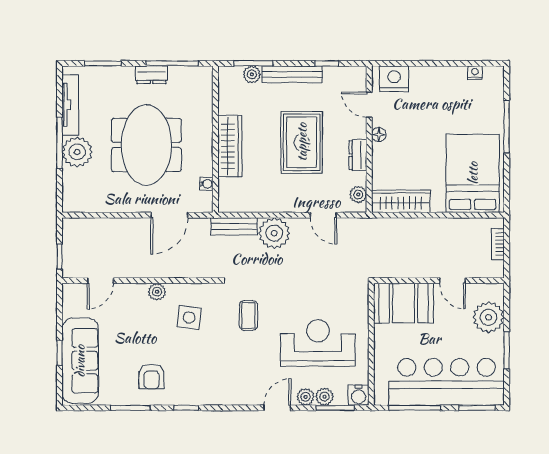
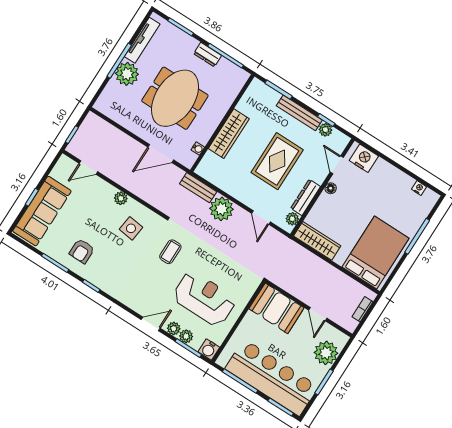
plant: (252, 74) -> (325, 130), moved
dresser: (358, 155) -> (306, 197), width x1.44

